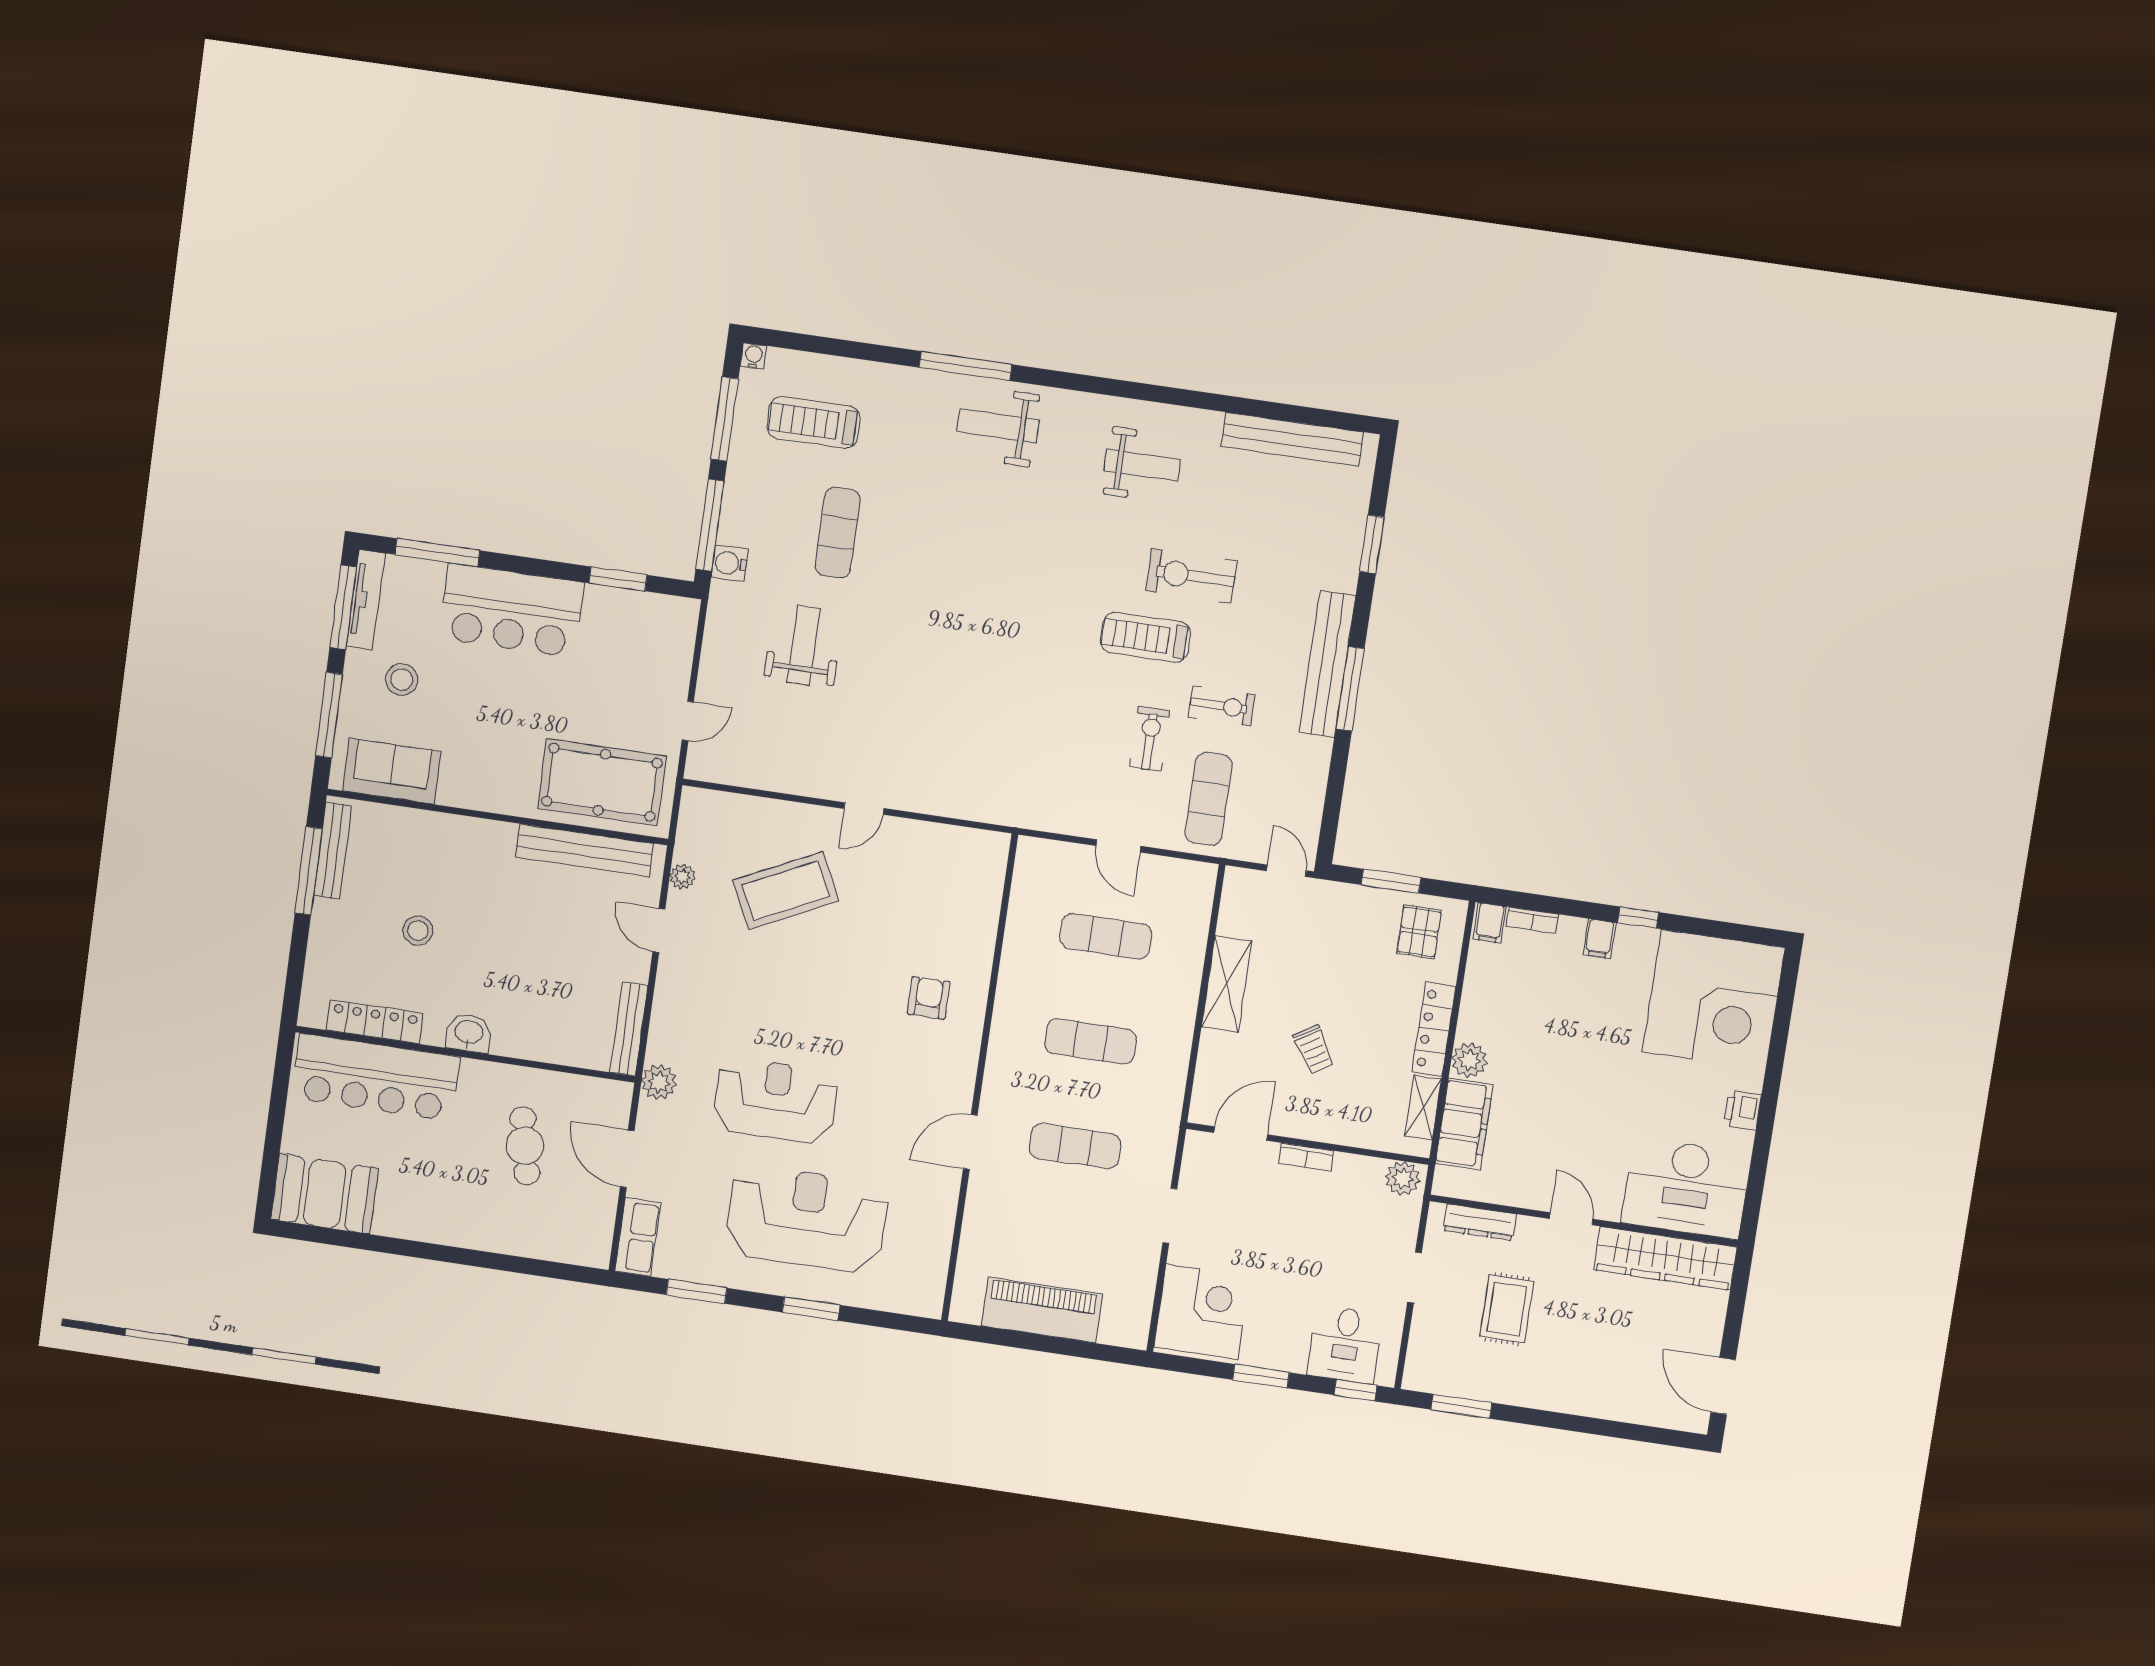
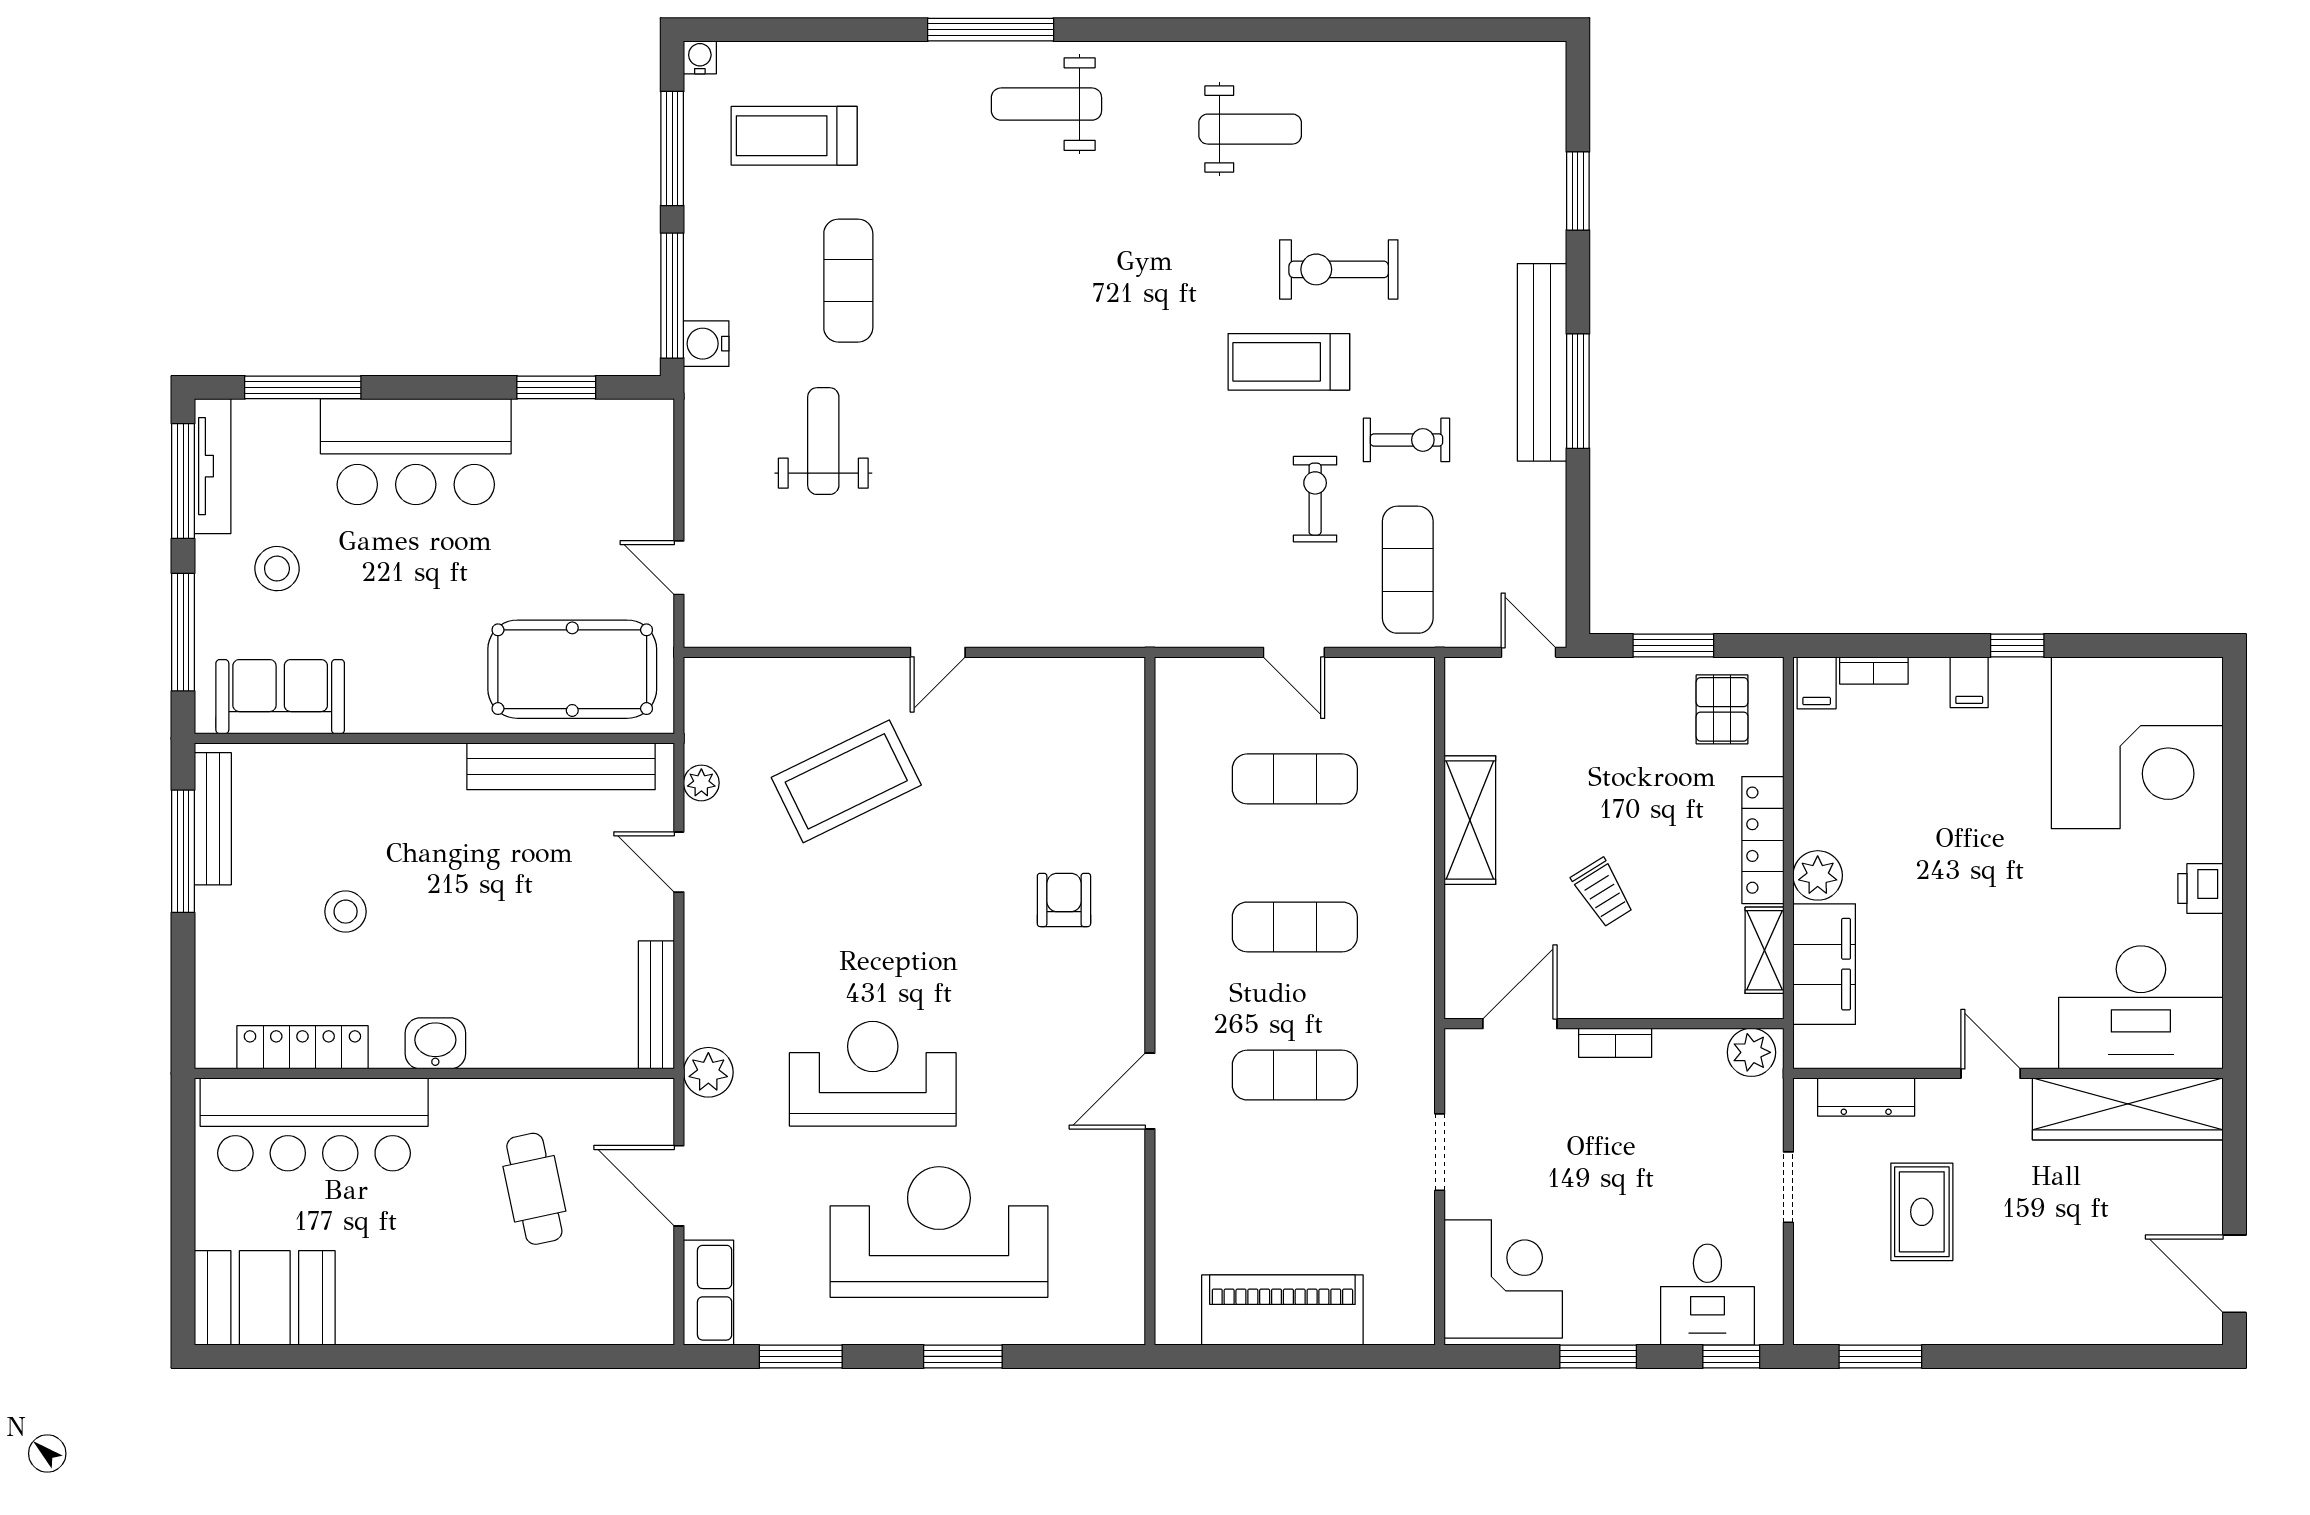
bench: (1292, 439) -> (1449, 65), removed
door: (688, 721) -> (679, 568), swing flipped

